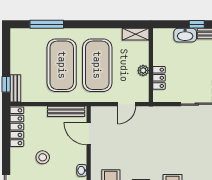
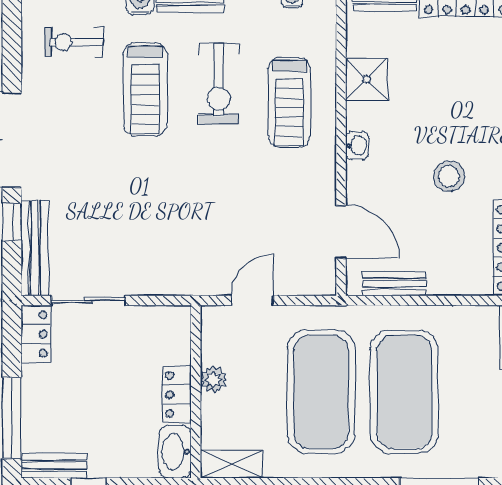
washbasin: (185, 35) -> (175, 452), moved, turned -90
locker: (159, 78) -> (177, 395), moved
bench: (66, 111) -> (394, 284), width x0.73

